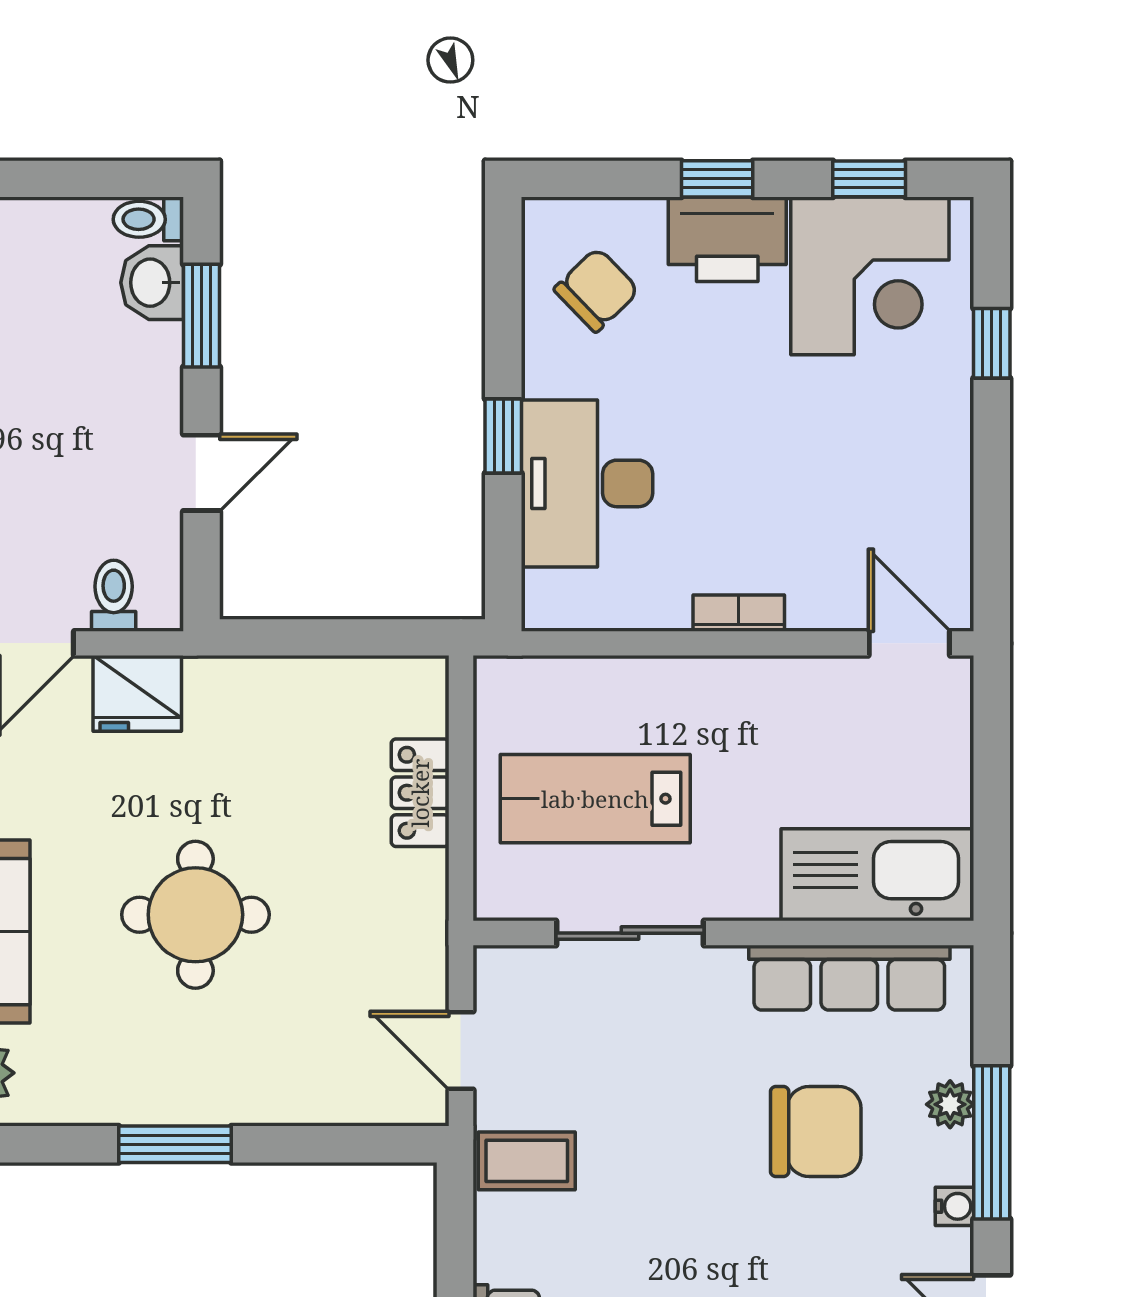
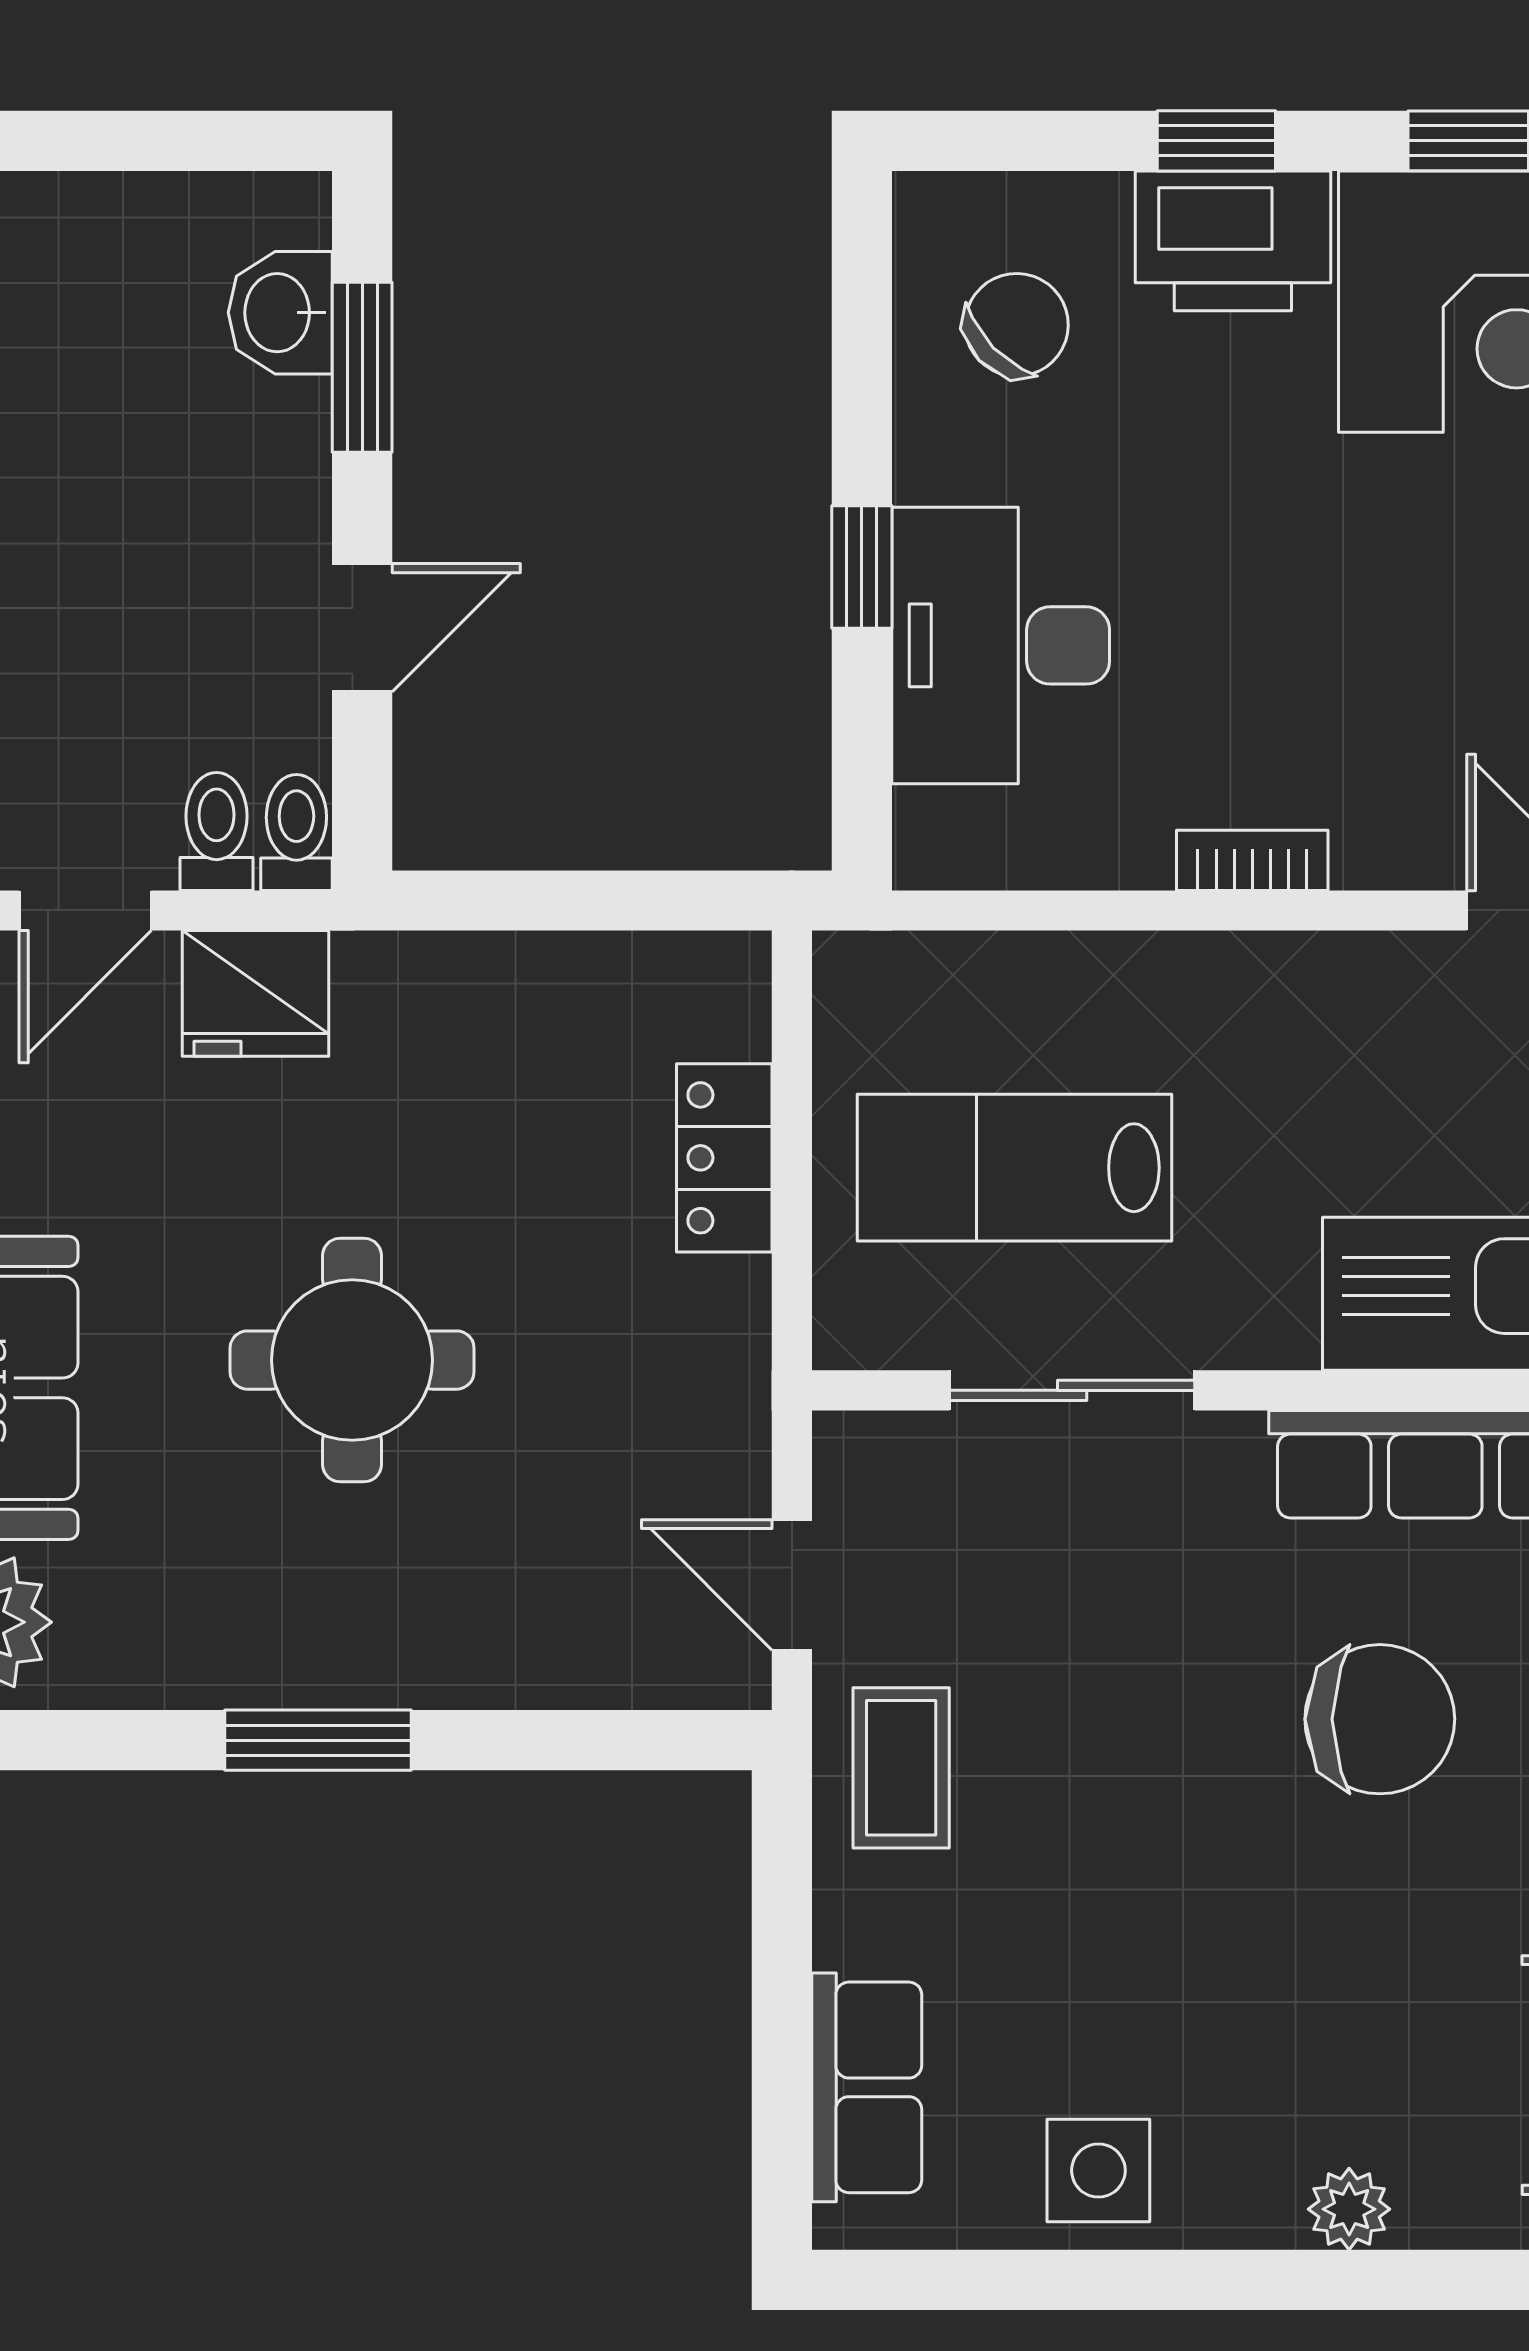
toilet: (148, 219) -> (296, 832), moved, turned 90
coffee table: (527, 1161) -> (901, 1768), turned 90

